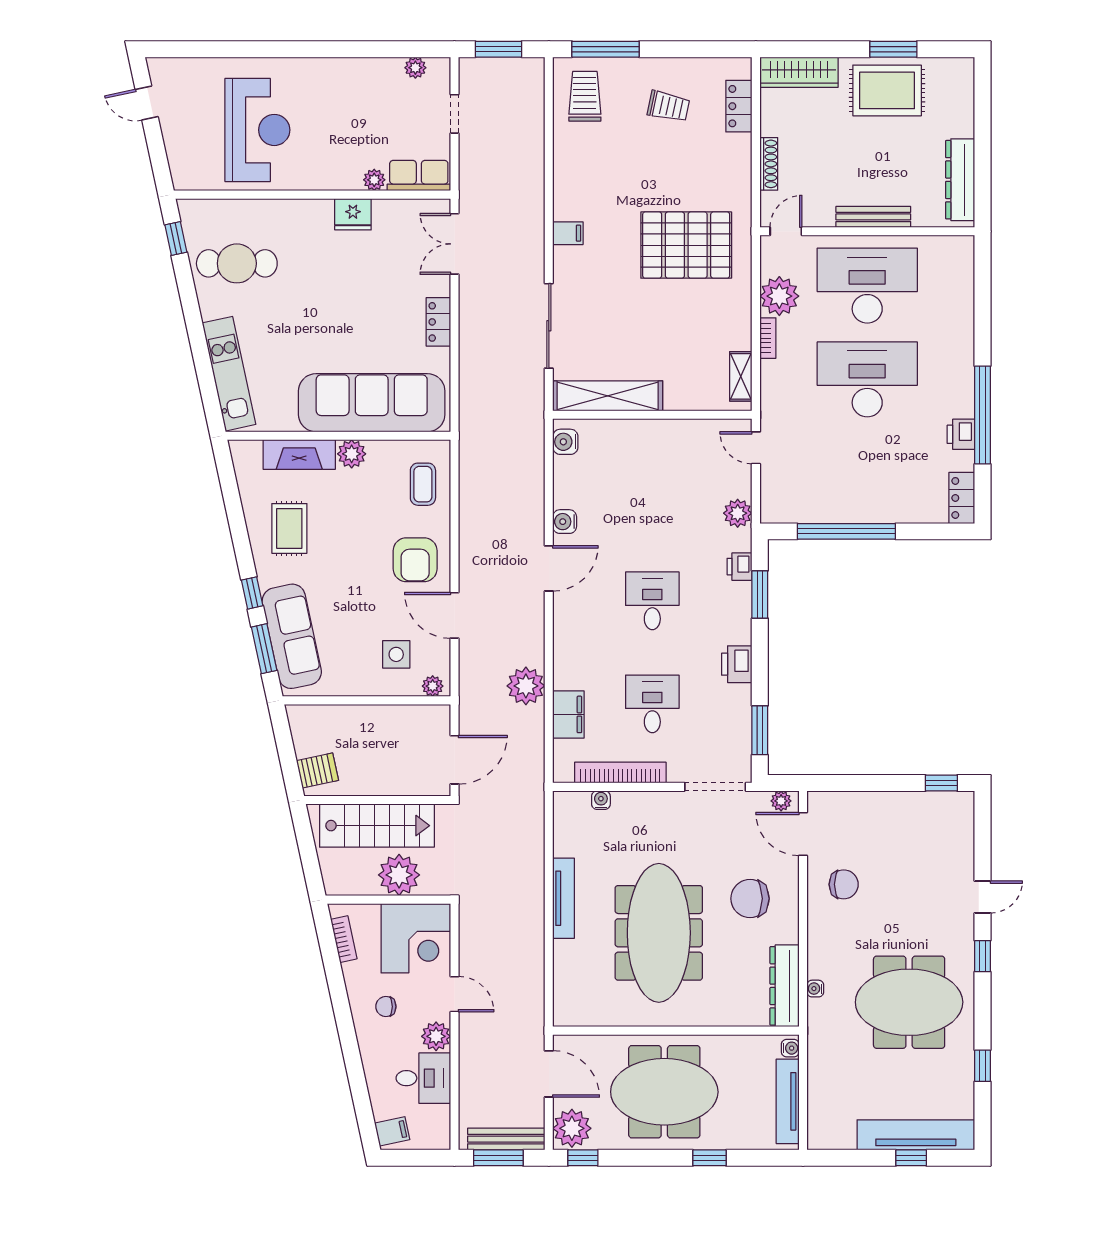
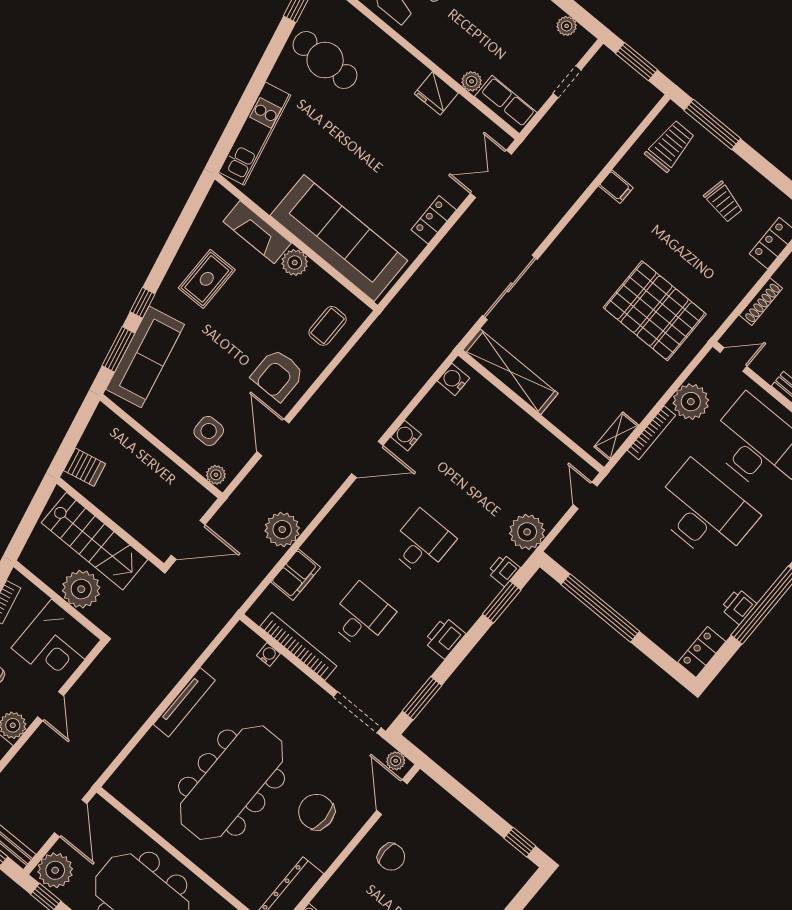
filing cabinet: (568, 233) -> (616, 187), moved
bookcase: (768, 338) -> (651, 433), width x1.56
plant: (738, 513) -> (527, 532), width x1.36, depth x1.36

